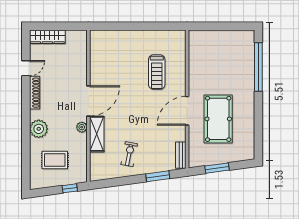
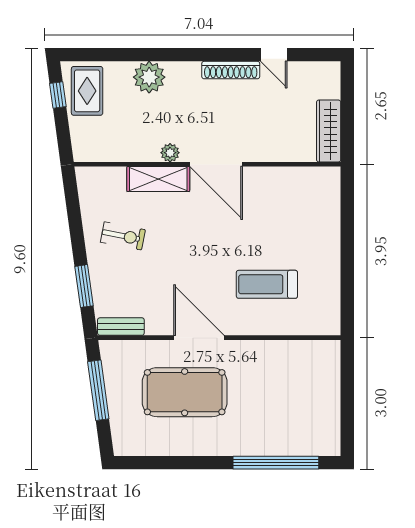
wardrobe: (47, 37) -> (329, 131), moved
plant: (39, 129) -> (149, 77), moved
rug: (55, 160) -> (87, 91), moved
window: (217, 168) -> (98, 390), width x1.44
window: (70, 188) -> (58, 95), moved

